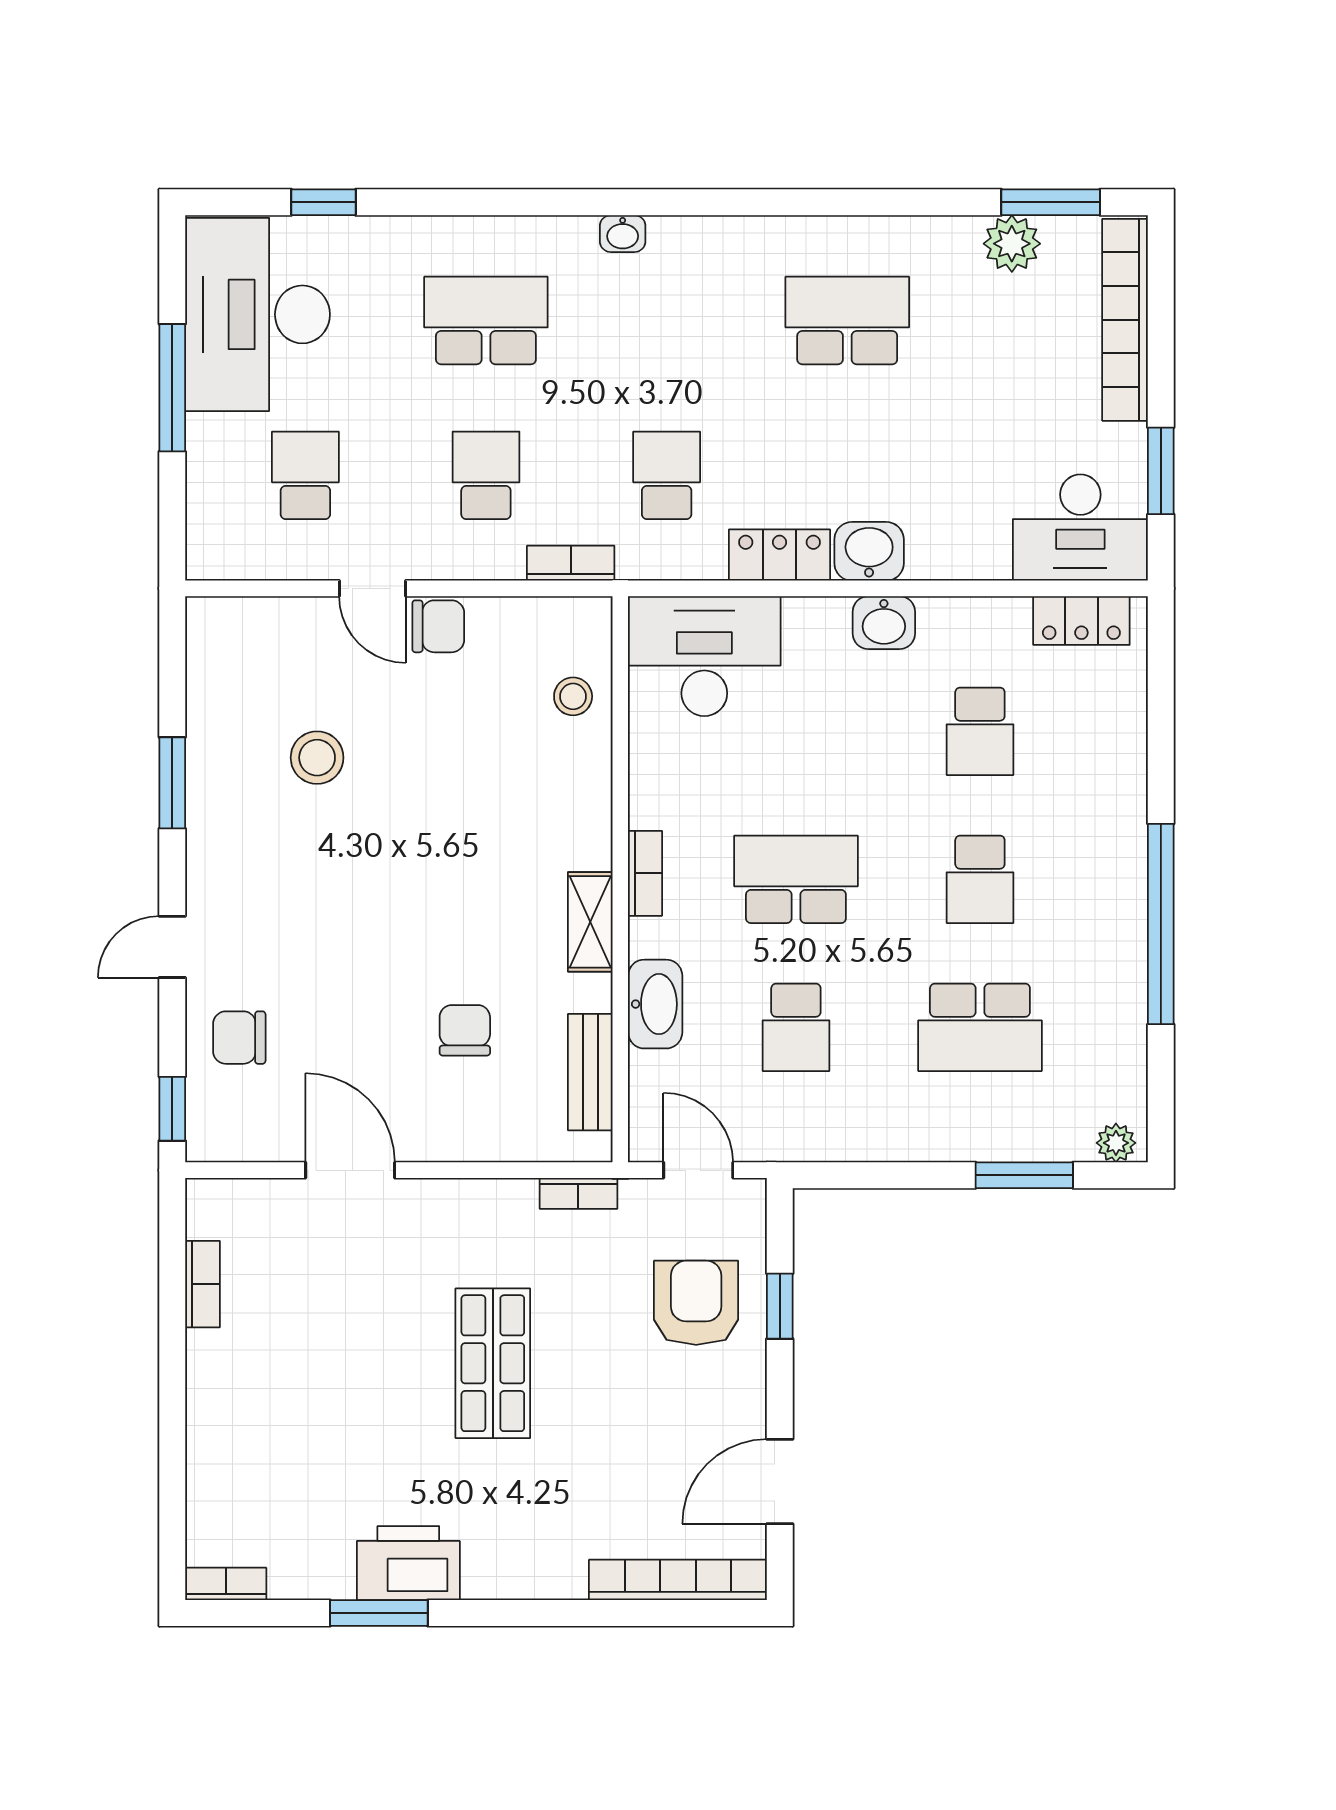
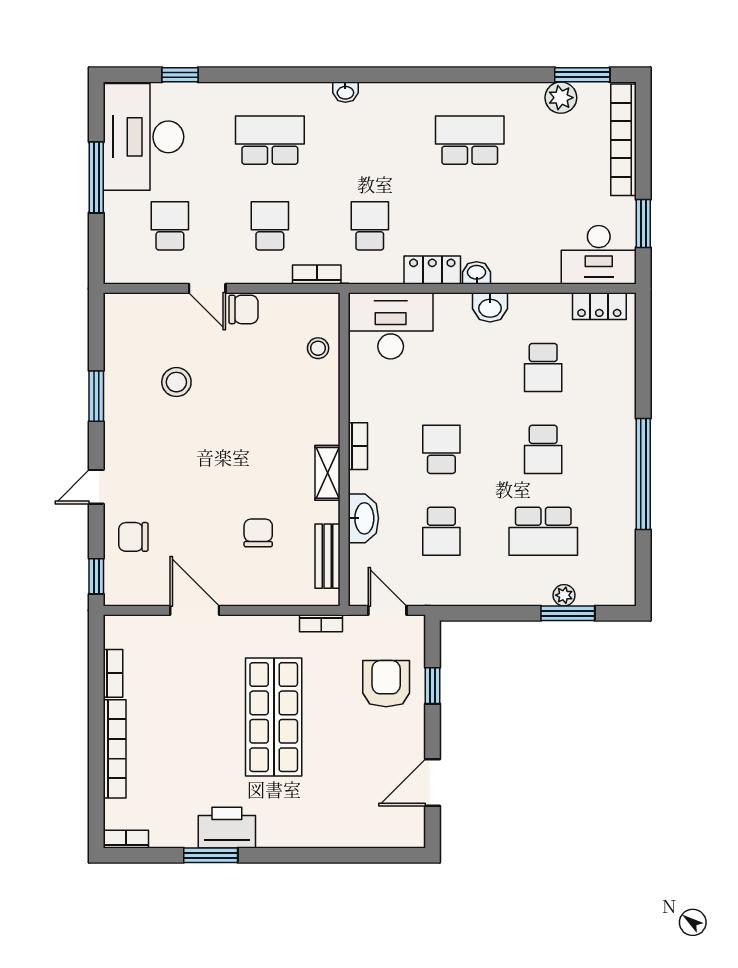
washbasin: (869, 551) -> (477, 273), width x0.72, depth x0.69
school desk: (796, 879) -> (441, 449), width x0.54
plant: (1116, 1143) -> (564, 595), moved
shop shelf: (493, 1363) -> (274, 717), width x1.43, depth x1.36
bookcase: (678, 1580) -> (115, 749), moved, turned 90

